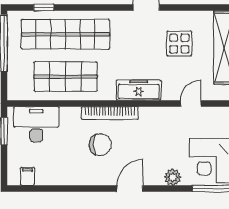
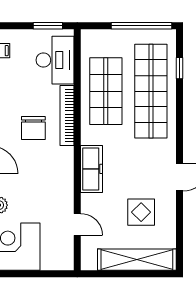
bookcase: (110, 113) -> (67, 116), moved

